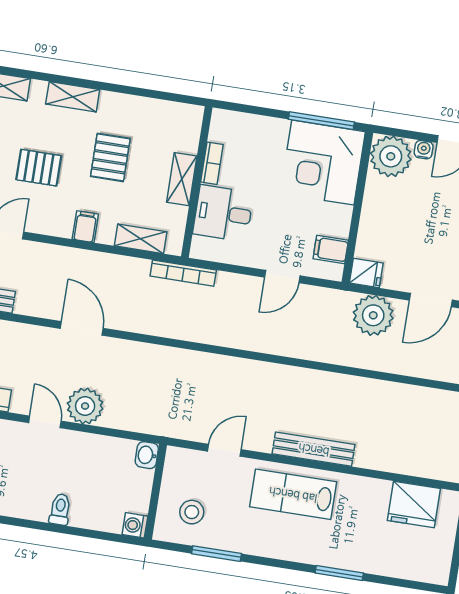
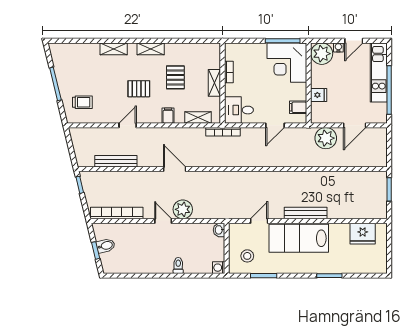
desk: (223, 213) -> (239, 110), moved
fridge: (366, 273) -> (319, 95), moved
lab bench: (293, 494) -> (299, 238), width x1.36, depth x1.39

